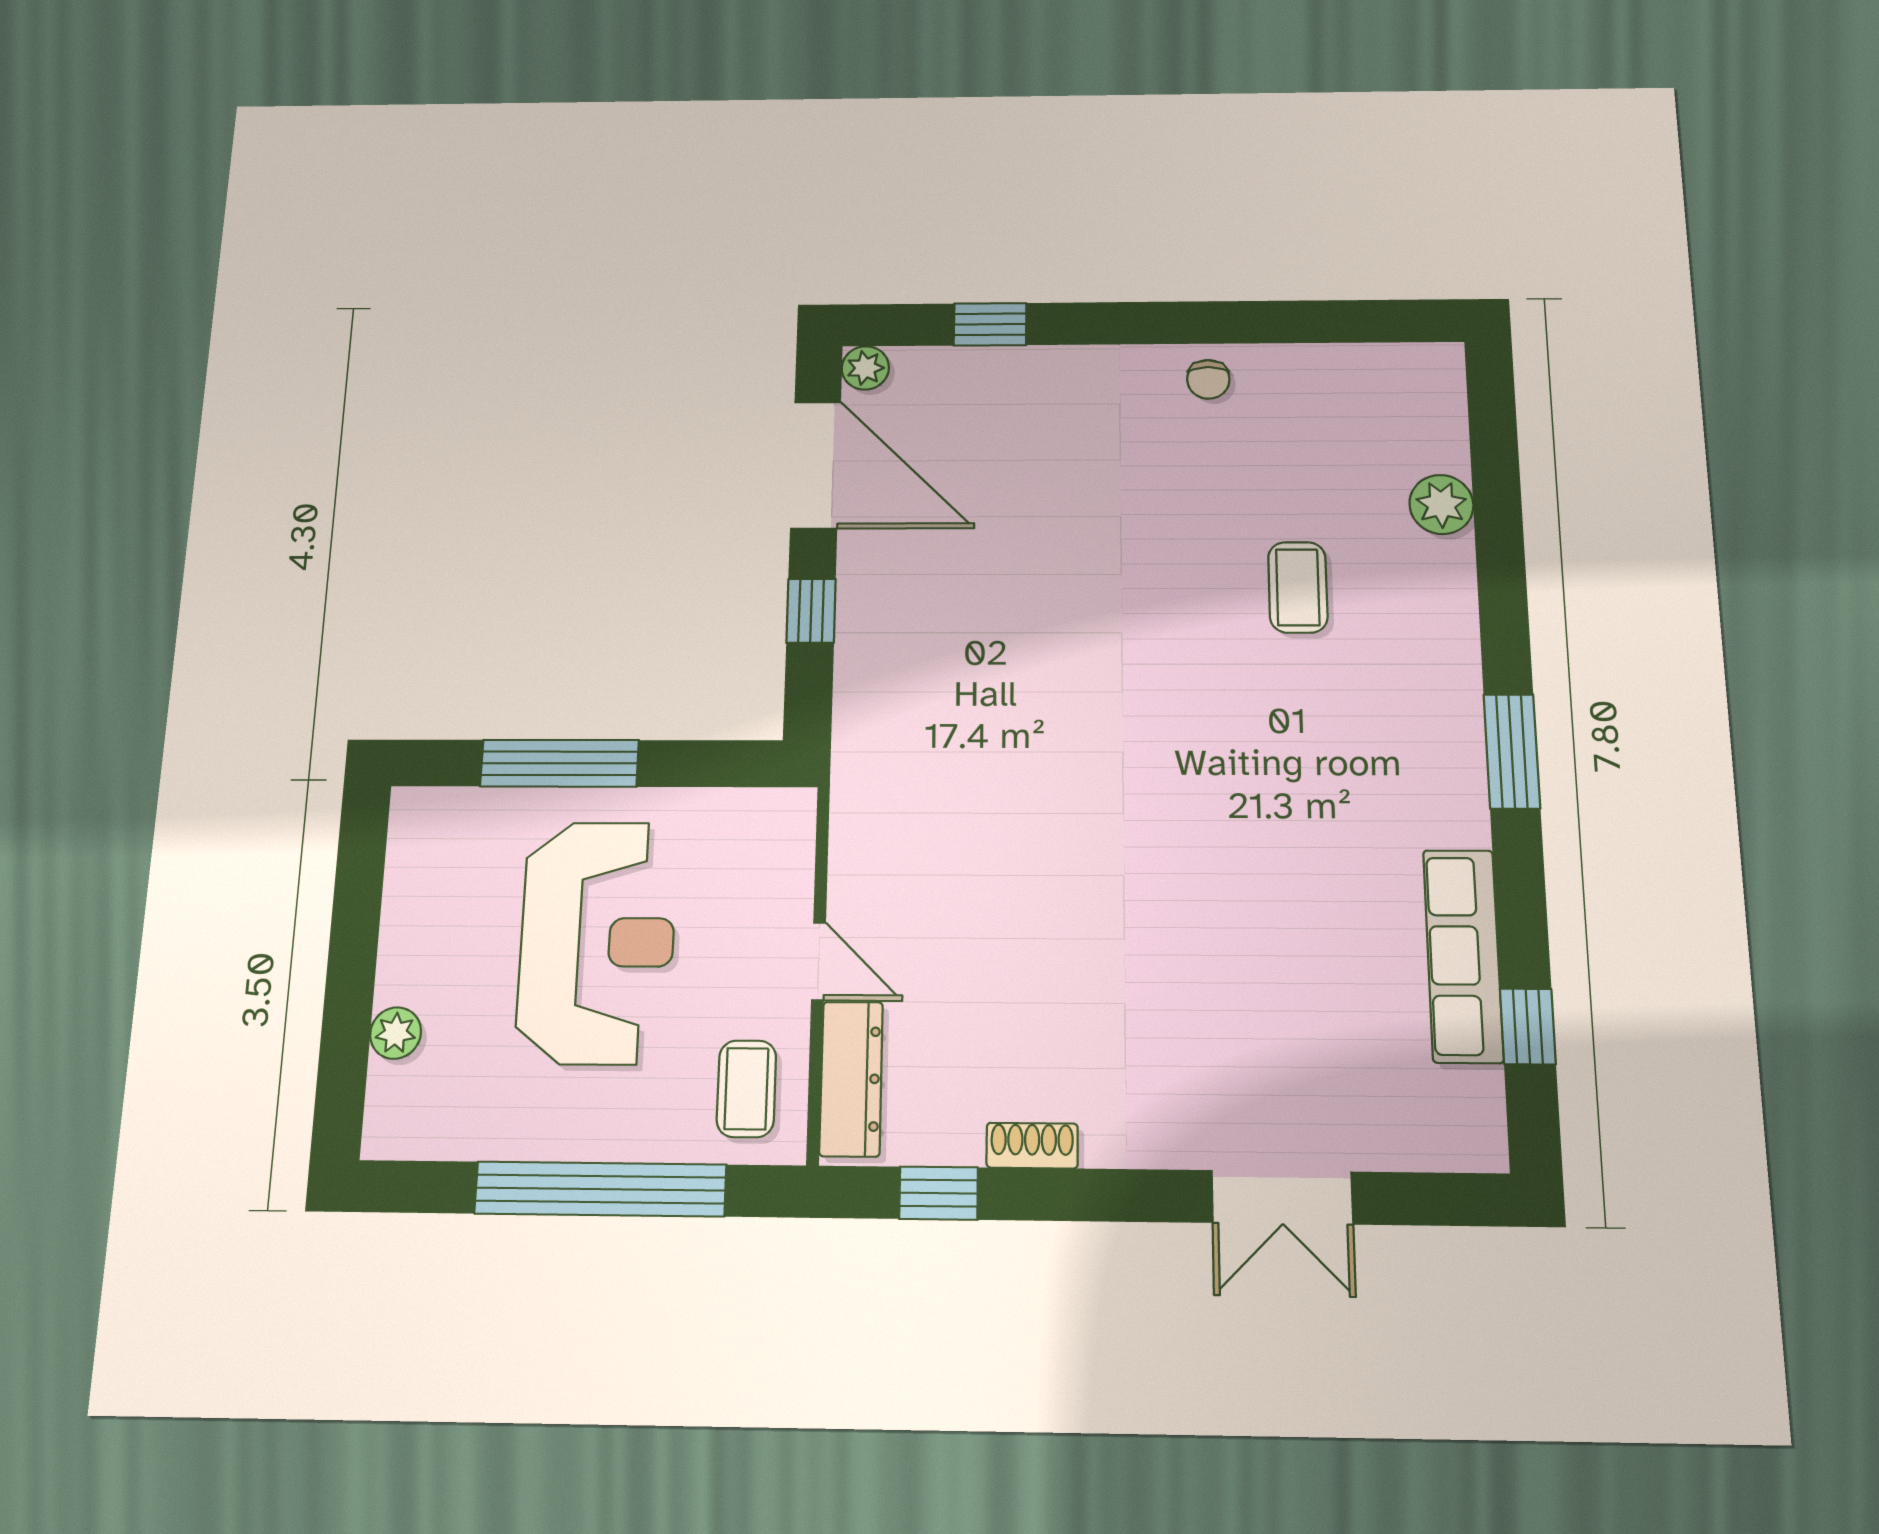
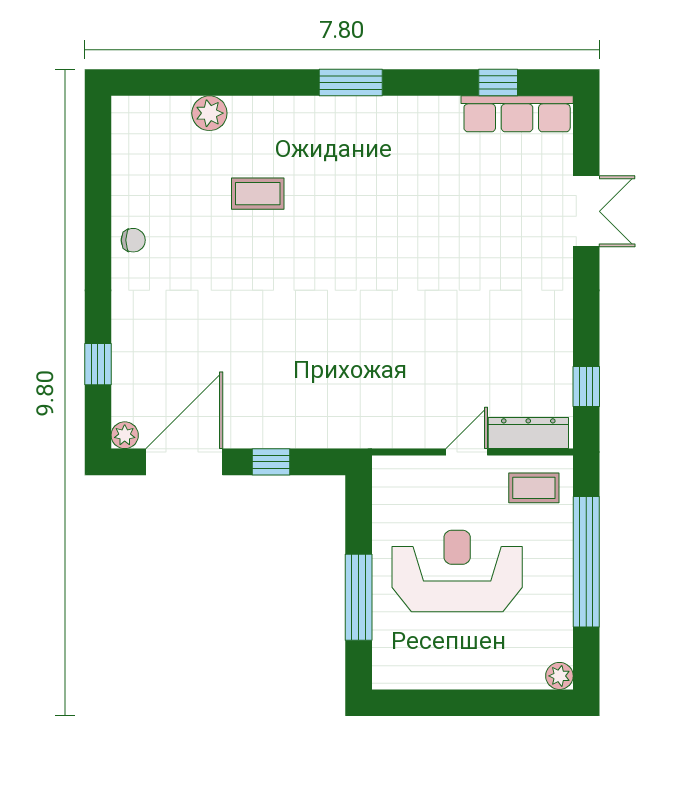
row of seats: (1463, 955) -> (517, 114), moved
plant: (396, 1033) -> (559, 676), moved
shoe rack: (1032, 1146) -> (562, 339), removed

